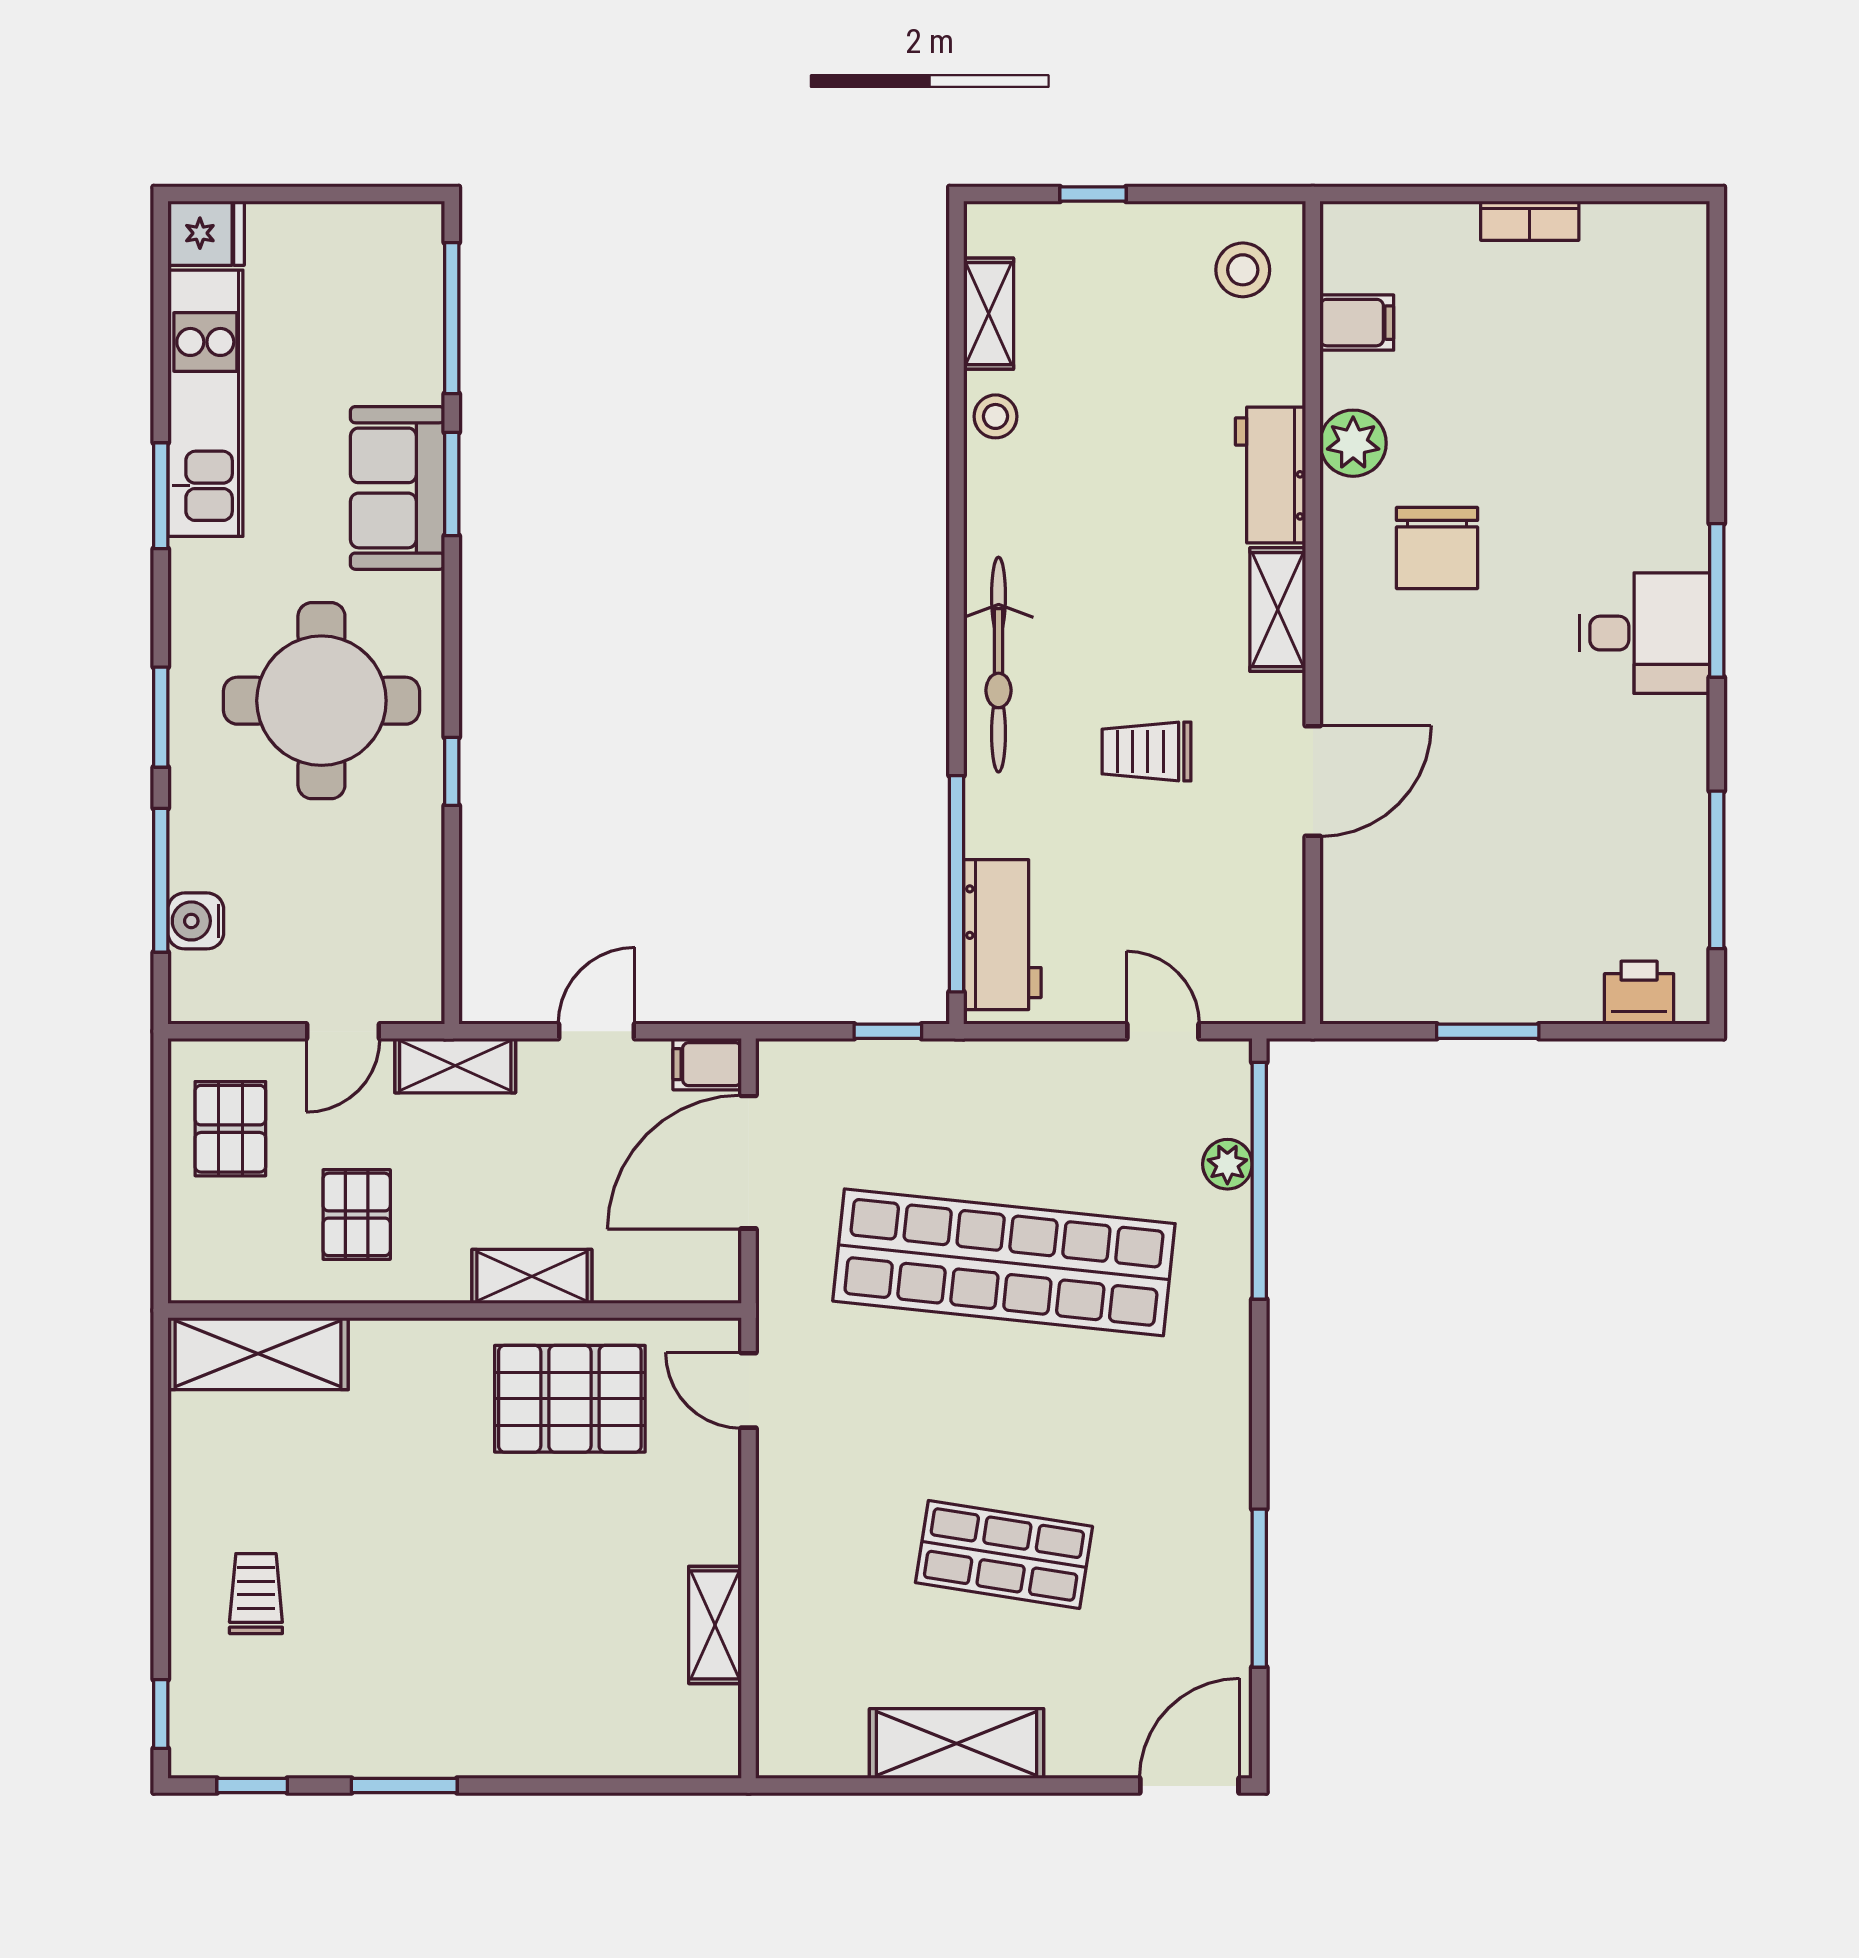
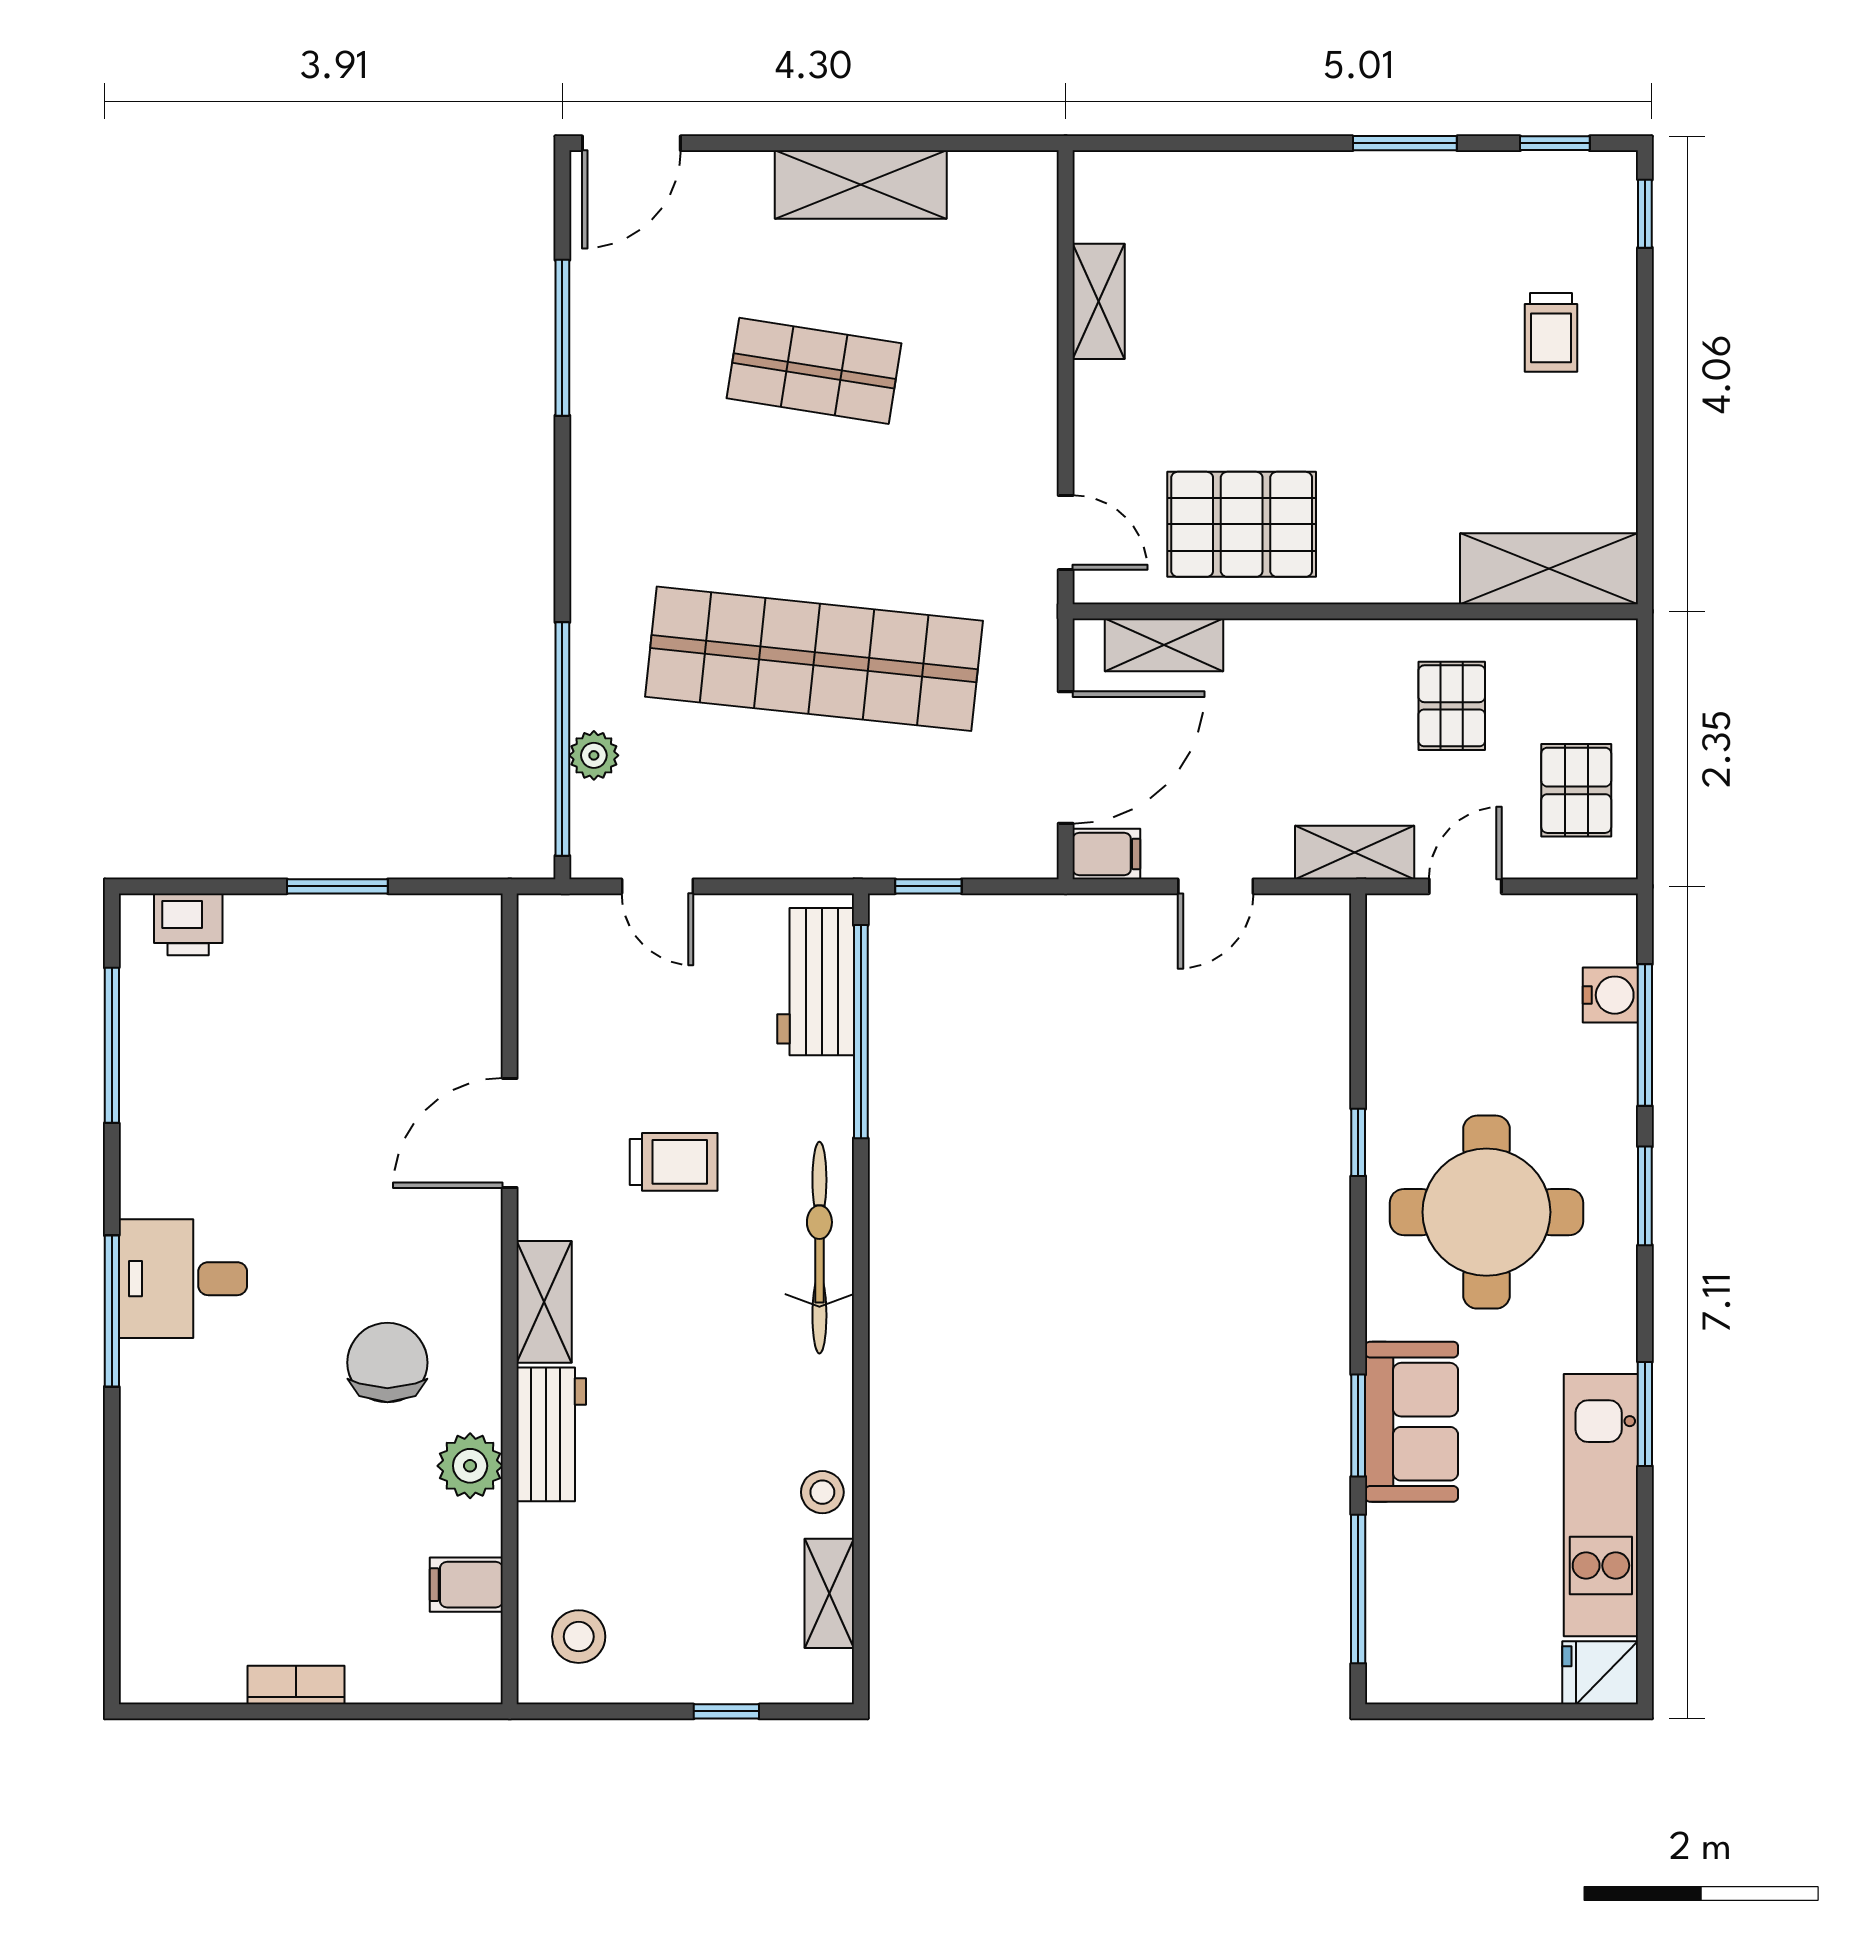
shelving: (532, 1276) -> (1164, 645), moved

